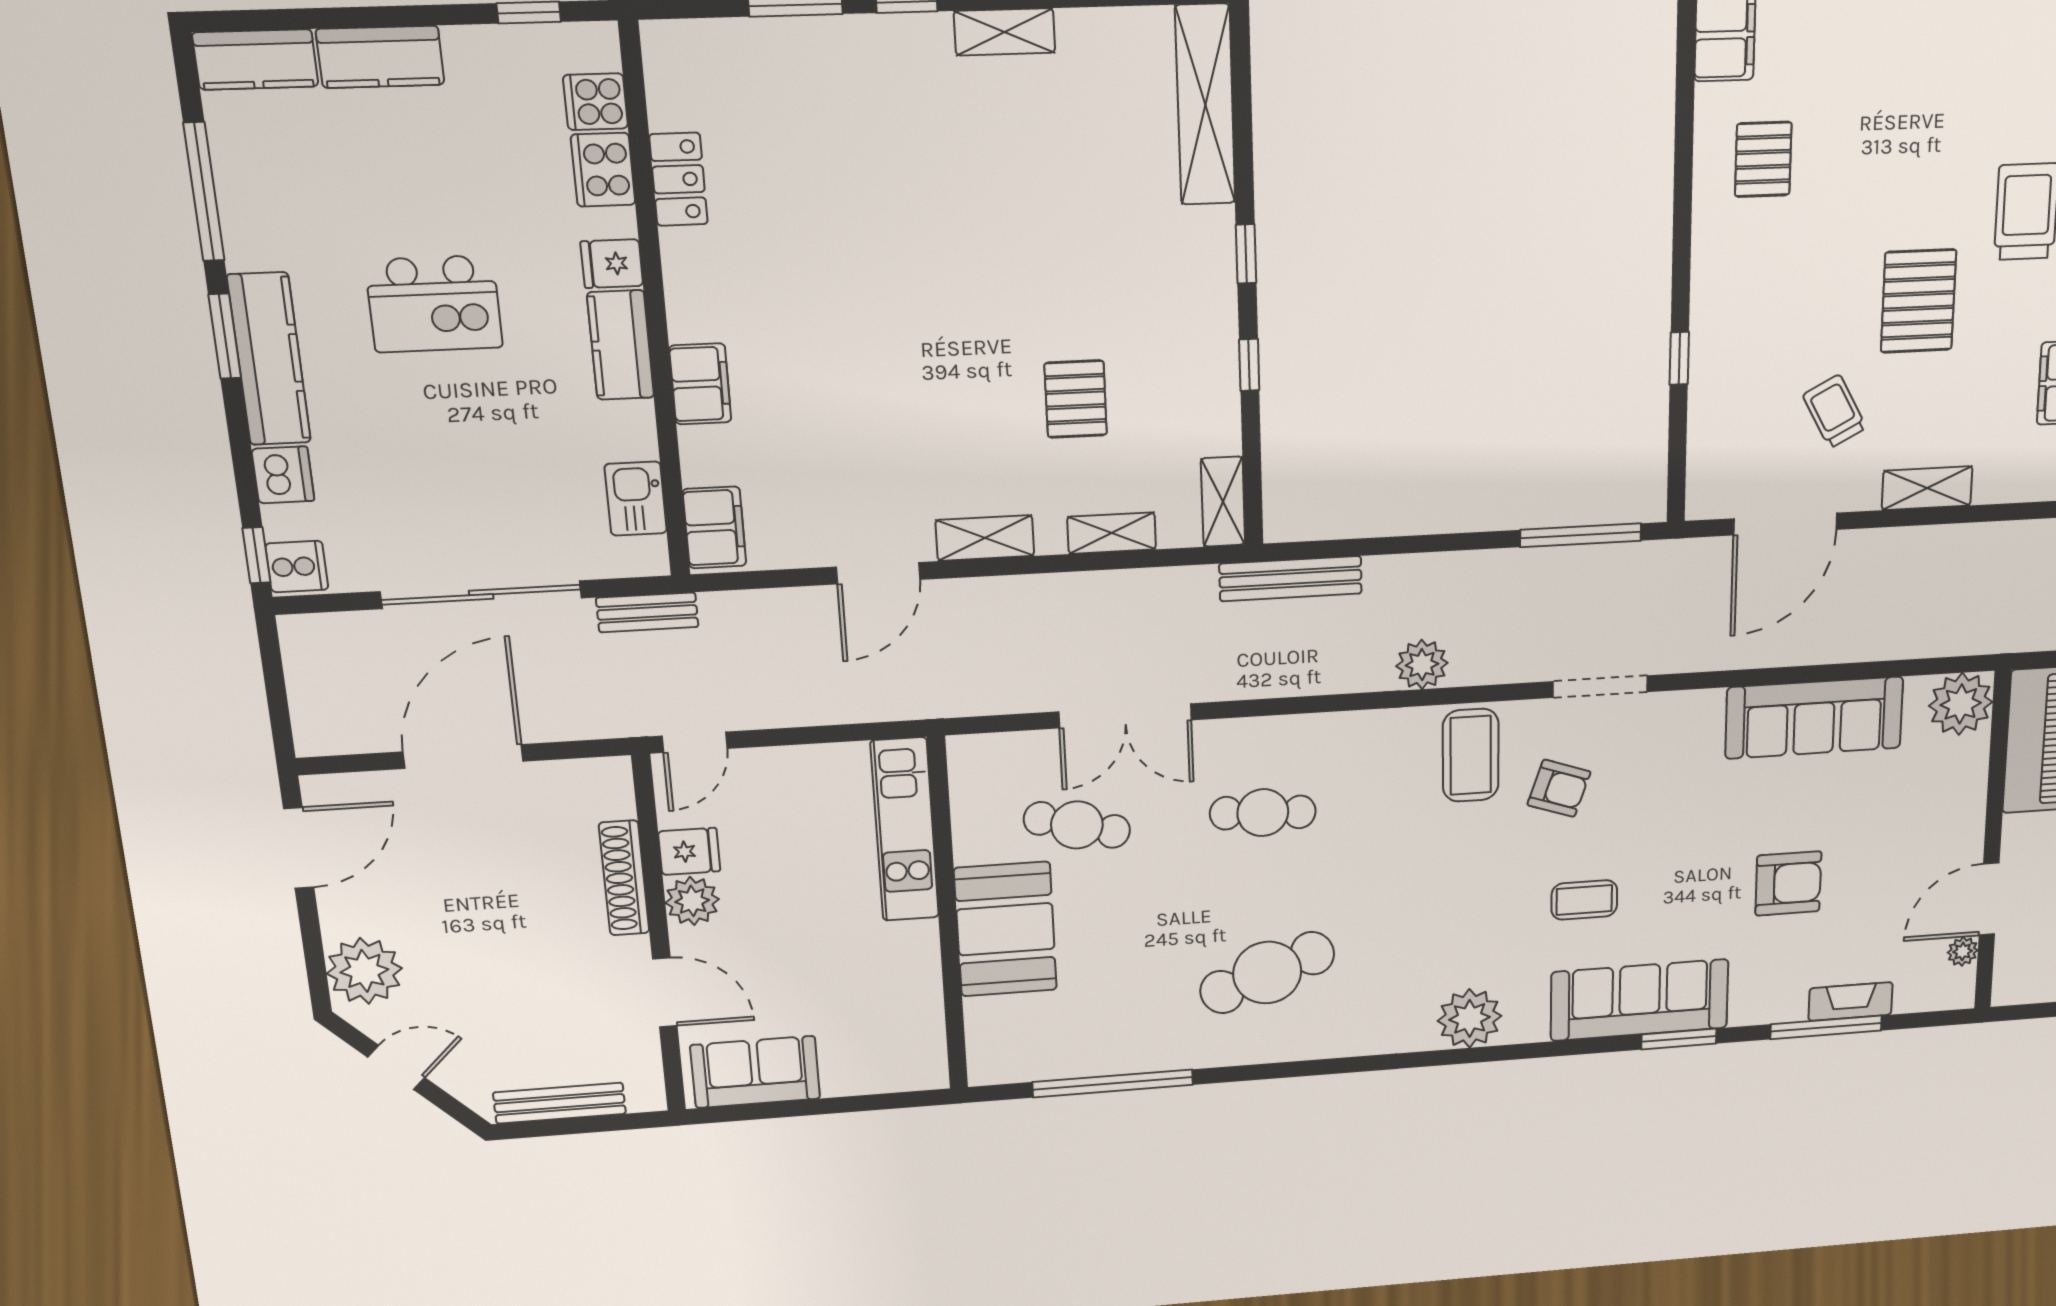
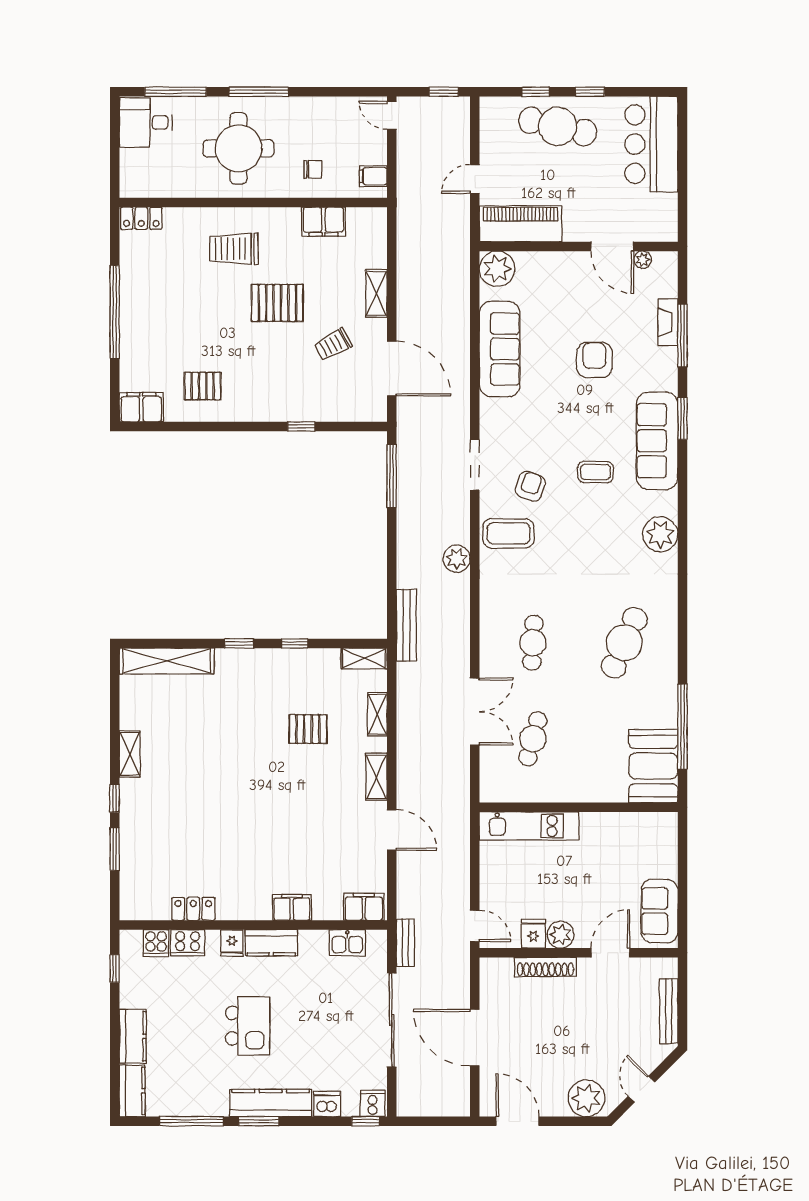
coffee table: (1584, 900) -> (595, 472), turned 90
booth: (1006, 929) -> (653, 766), moved, turned 90
cafe table: (1267, 973) -> (624, 643), turned 45

